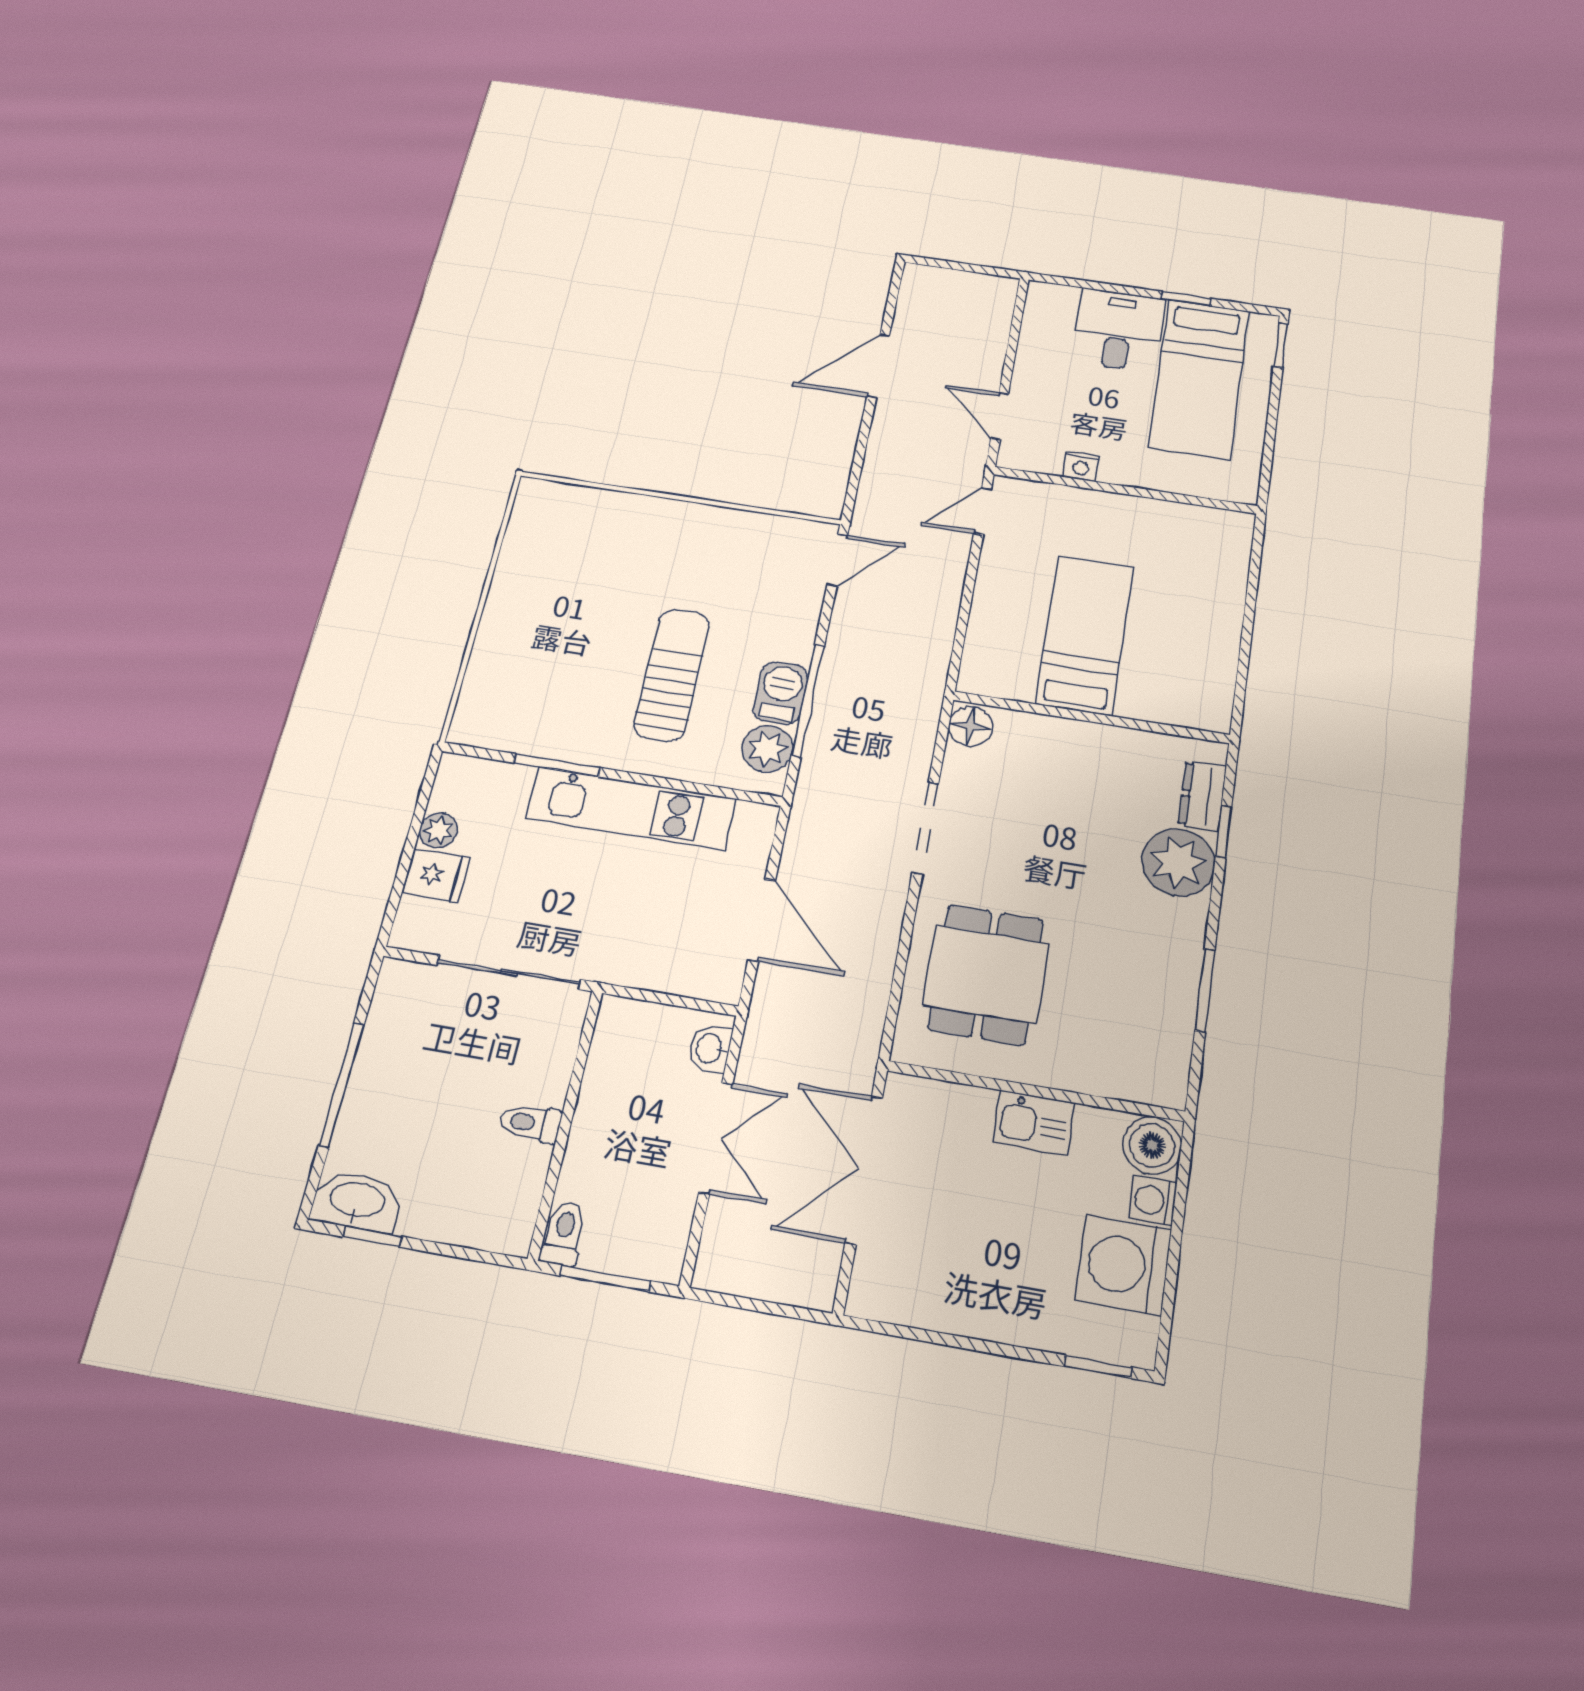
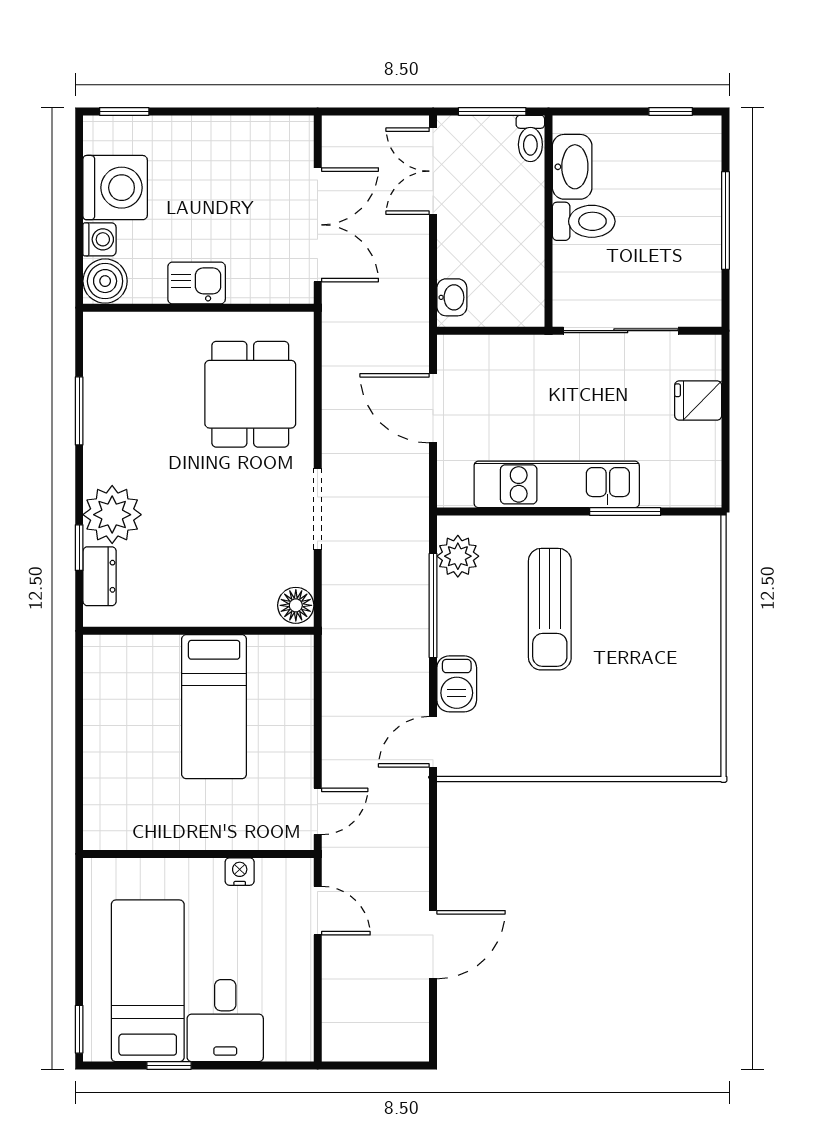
barbecue: (781, 693) -> (457, 684), moved
plant: (438, 830) -> (706, 439), removed
toilet: (530, 1123) -> (584, 221), width x1.37, depth x1.39
double door: (716, 1138) -> (433, 171), moved
washbasin: (357, 1201) -> (572, 167), moved, turned -90

